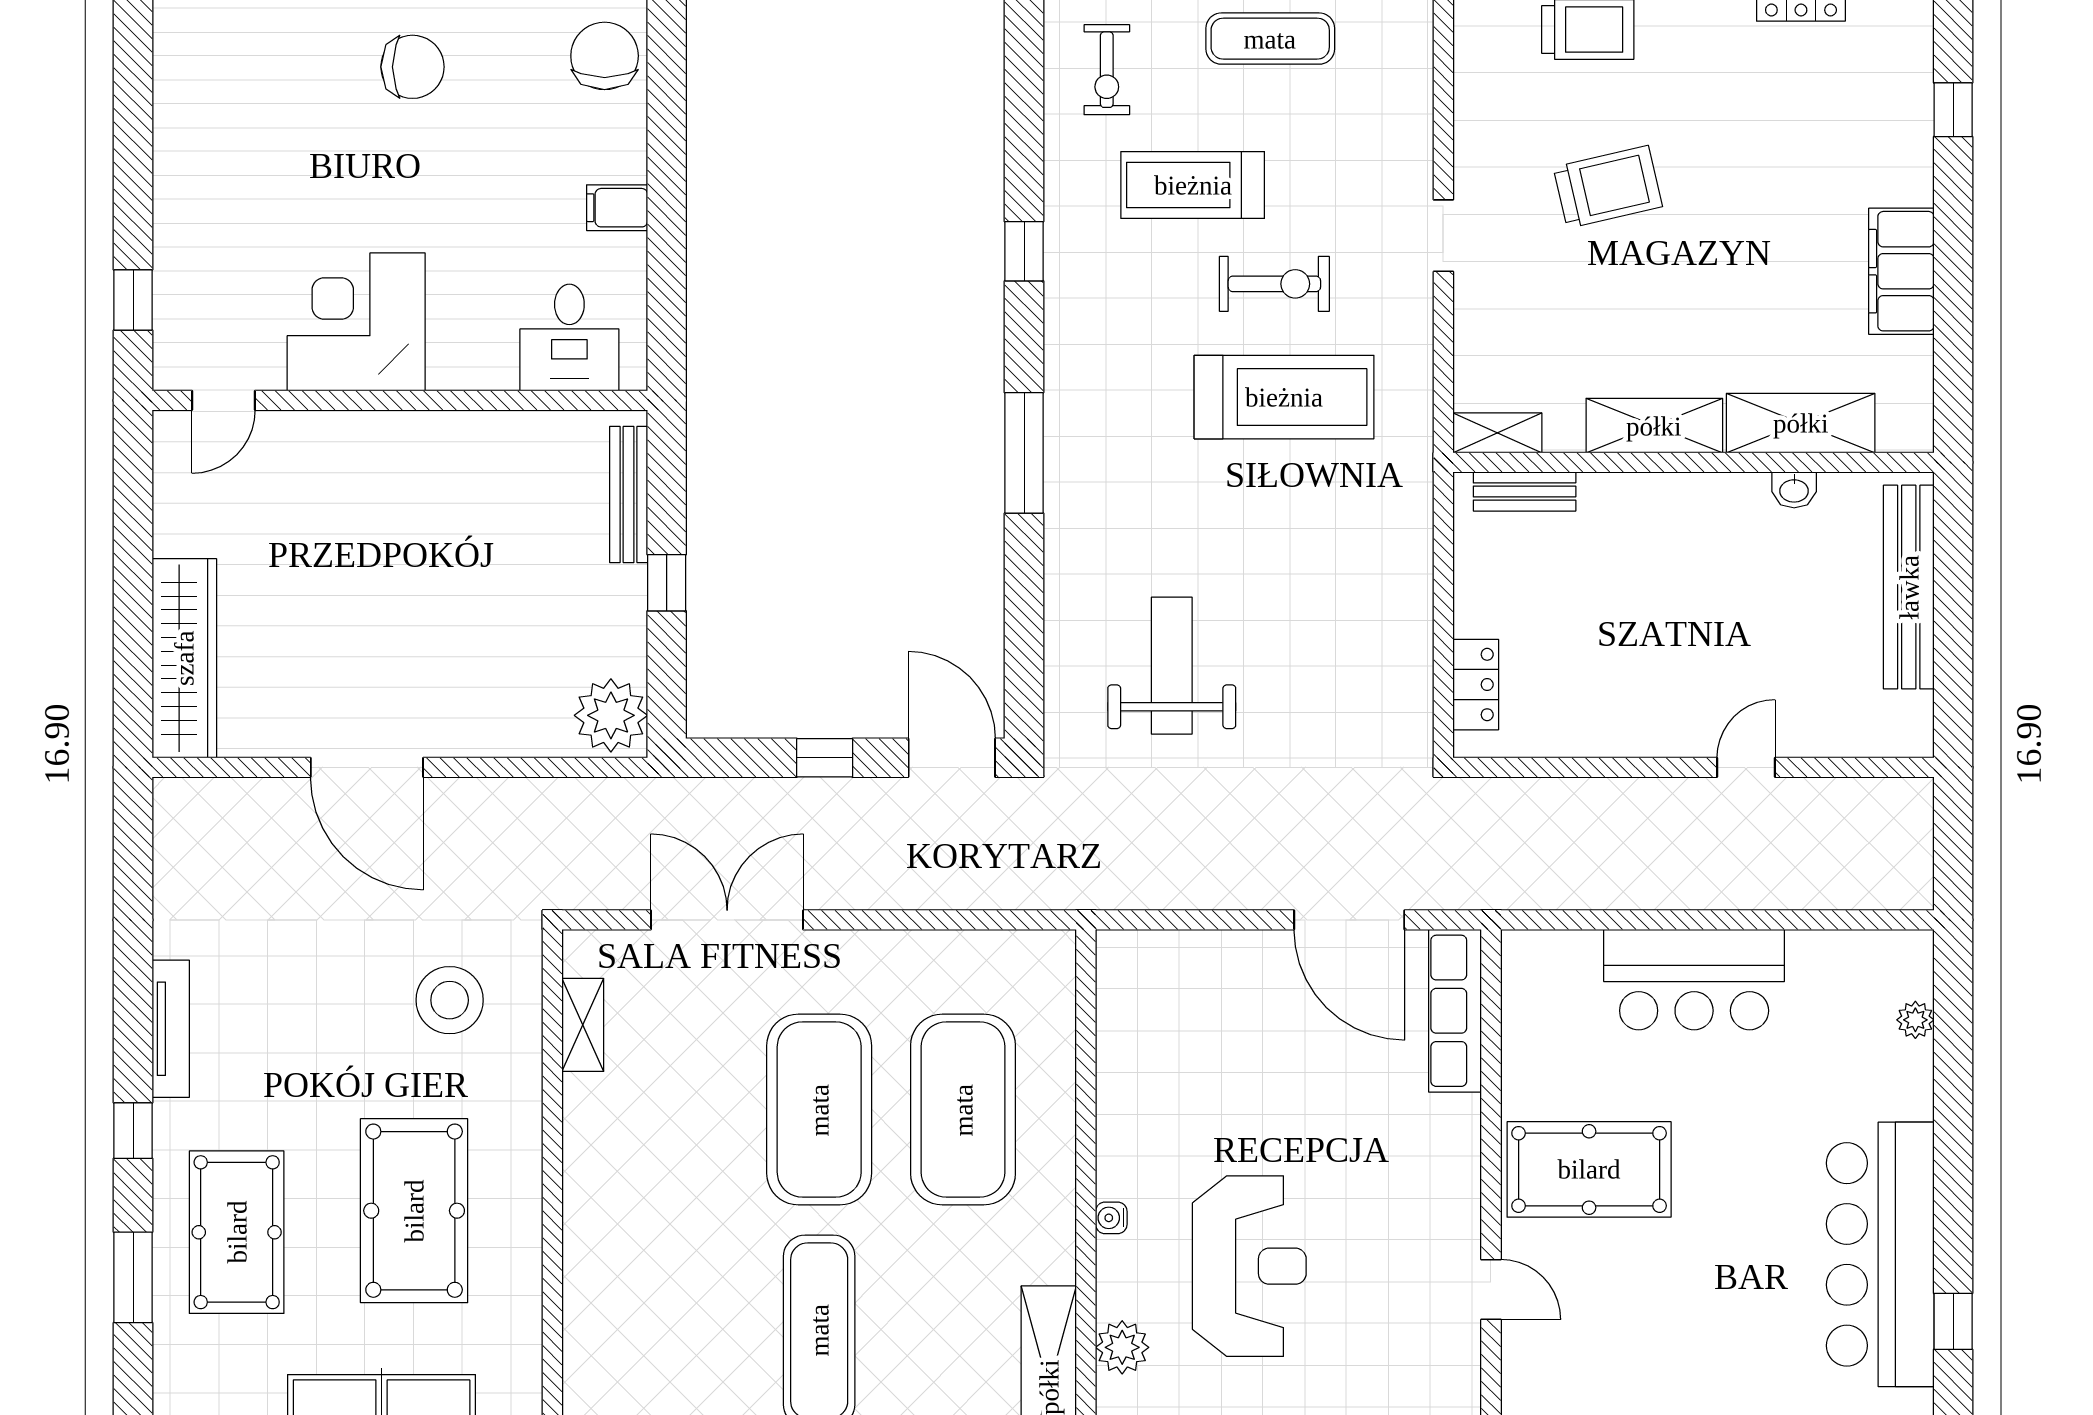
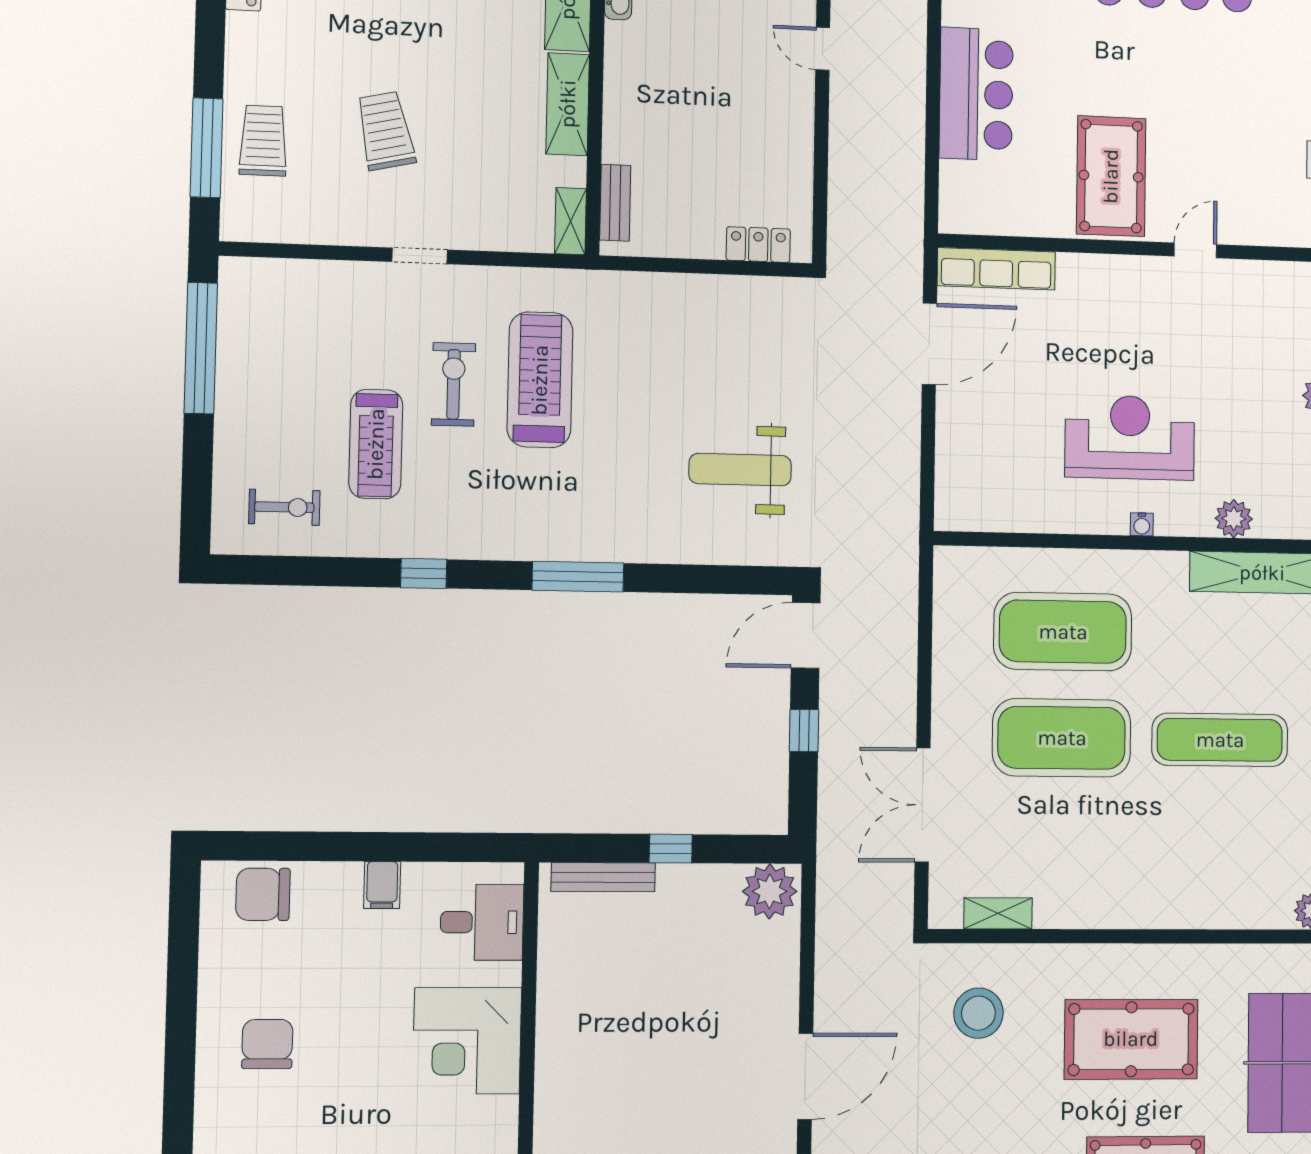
exercise mat: (1270, 39) -> (264, 382), removed
corner desk: (356, 322) -> (467, 1041), moved
reception desk: (1249, 1266) -> (1130, 437), moved

